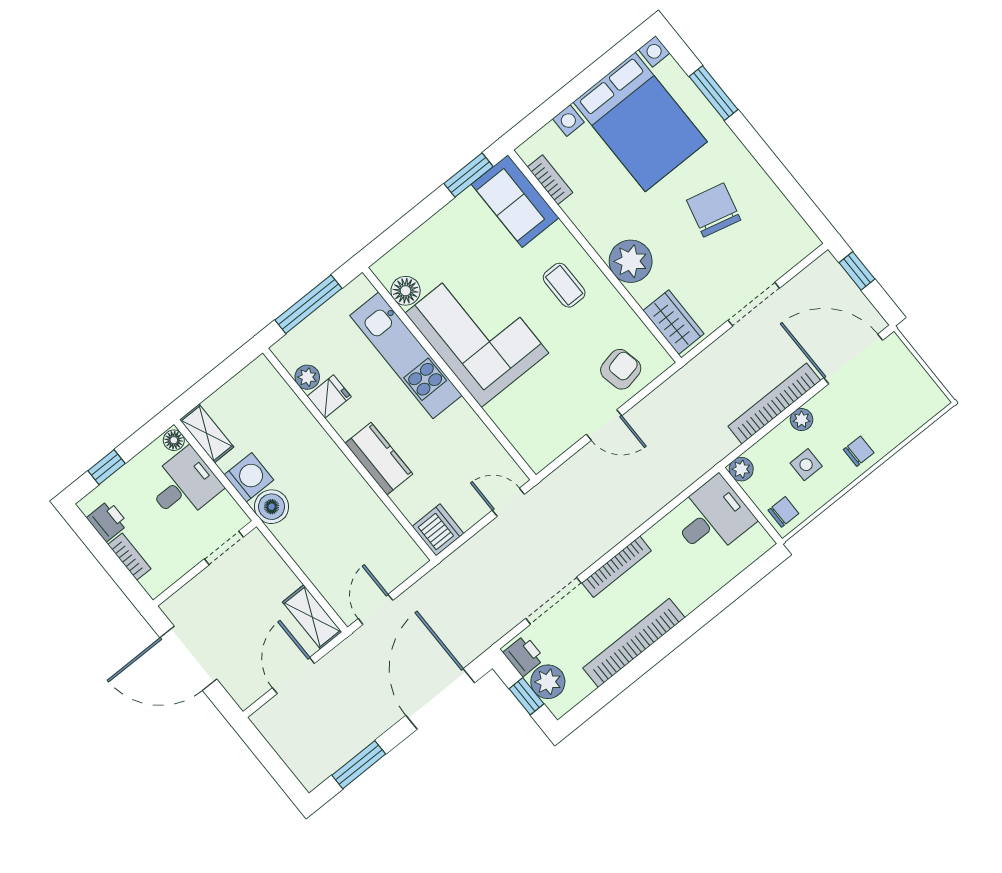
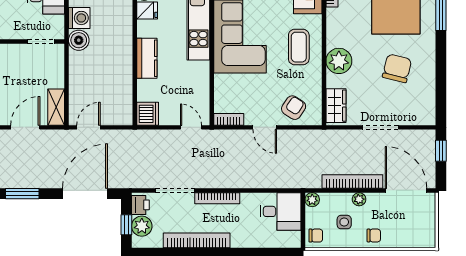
coffee table: (564, 285) -> (299, 47), width x1.36, depth x1.30
armchair: (621, 369) -> (294, 108), turned -45
bookcase: (549, 452) -> (229, 119), added

